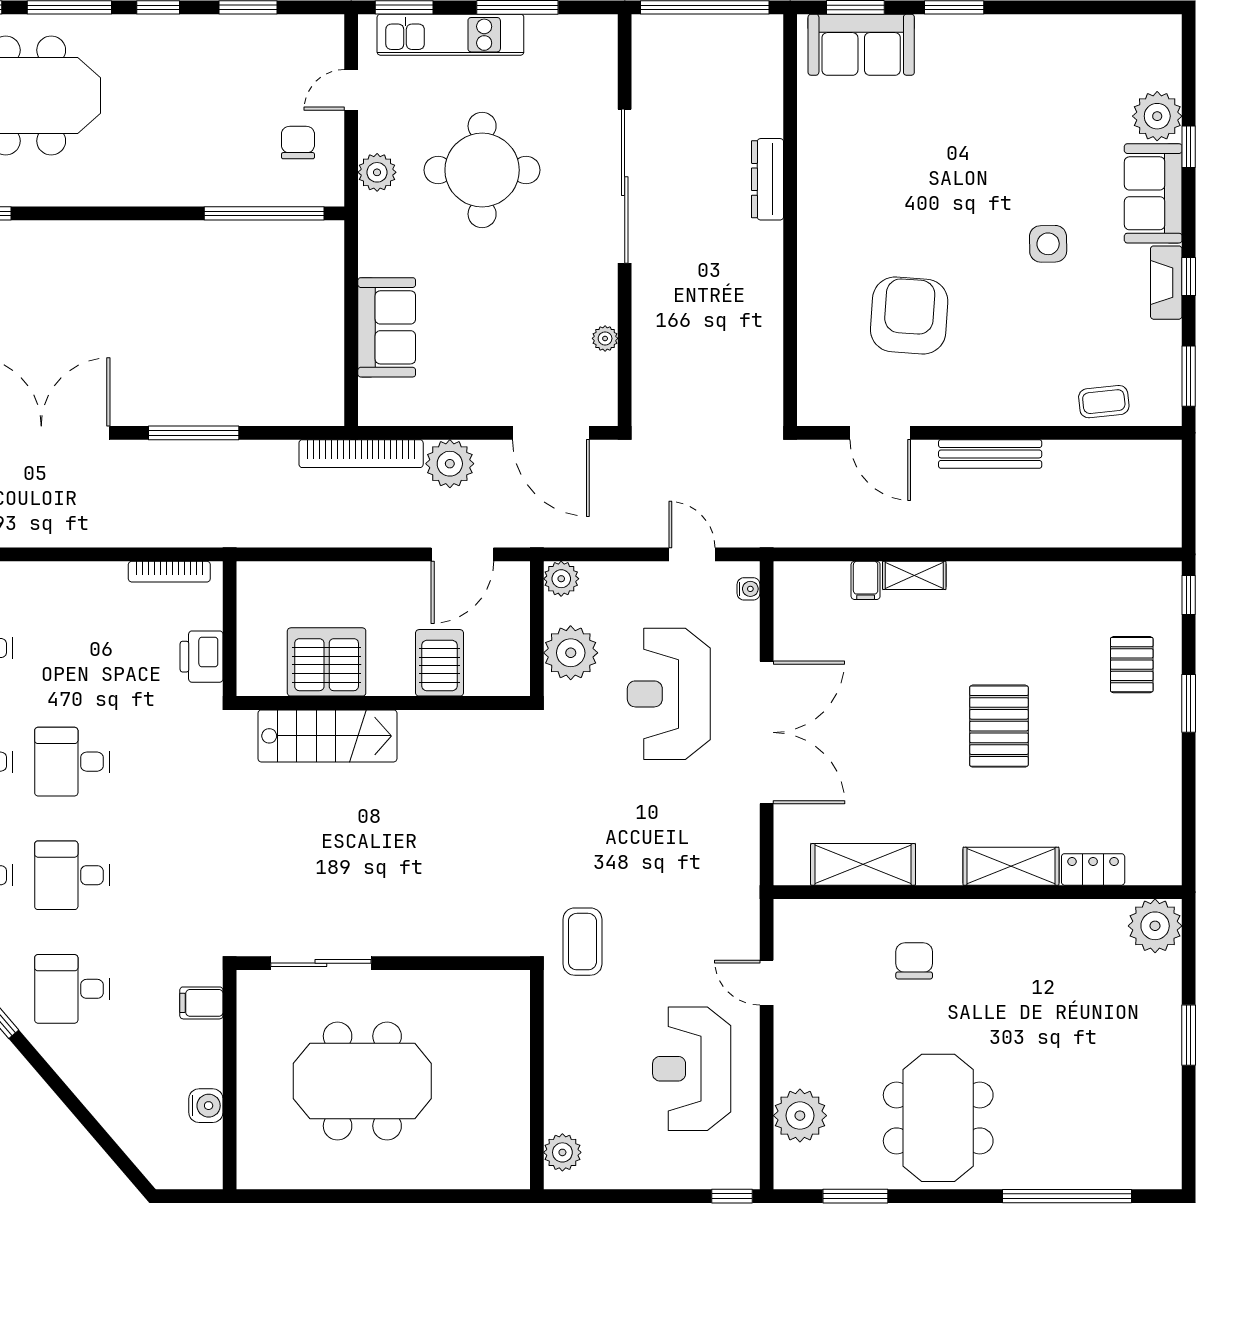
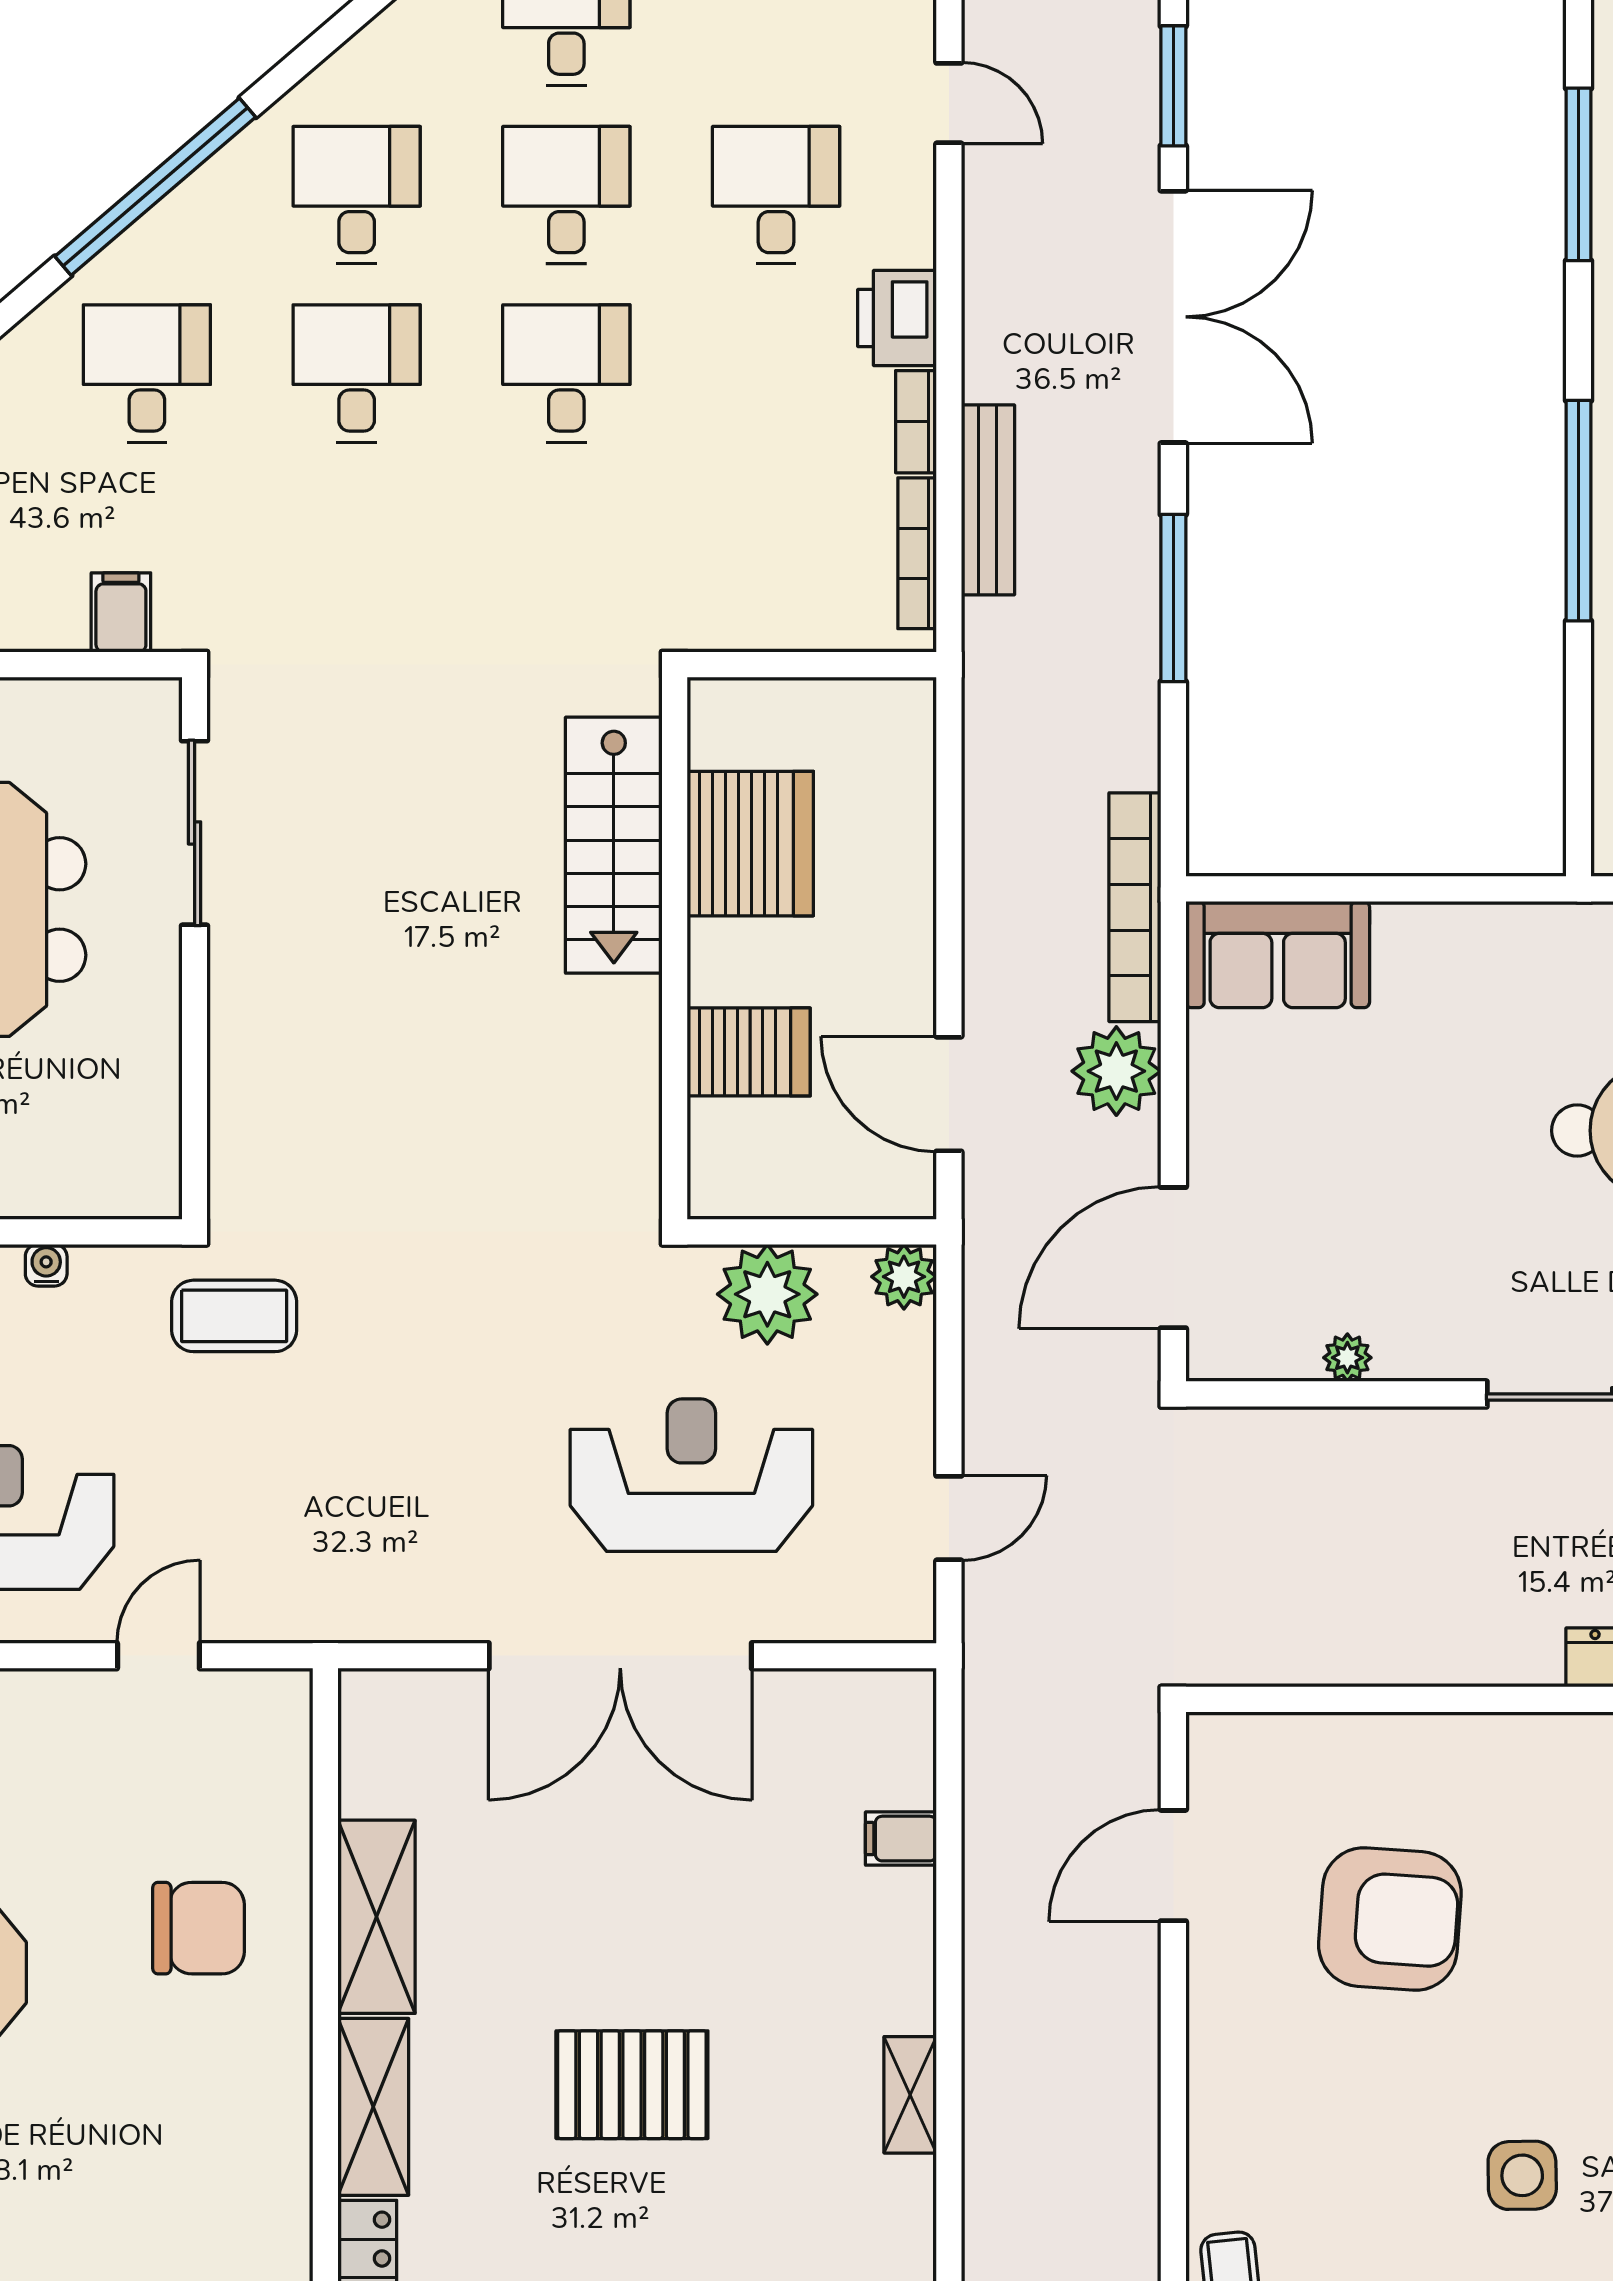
window: (264, 213) -> (1579, 511), moved
sofa: (387, 327) -> (1278, 955), moved
bench: (990, 454) -> (988, 500), moved
bookcase: (98, 572) -> (916, 422), added
shelving: (914, 575) -> (910, 2095), moved
water cooler: (749, 589) -> (46, 1265), moved, turned 180
printer: (202, 657) -> (897, 318), moved, turned -90
shelving: (863, 864) -> (377, 1917), moved
chair: (914, 961) -> (199, 1928), width x1.37, depth x1.37

